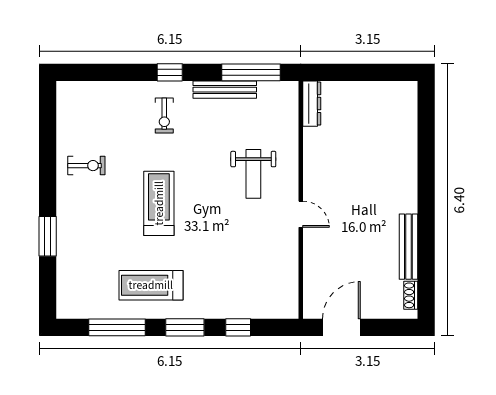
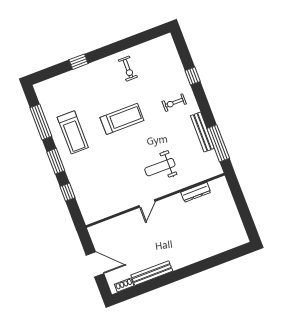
window: (170, 72) -> (193, 76), moved
dresser: (312, 104) -> (196, 192), moved
window: (48, 236) -> (78, 62), width x0.67
treadmill: (151, 285) -> (73, 132), turned 180
door: (341, 327) -> (95, 264), moved

